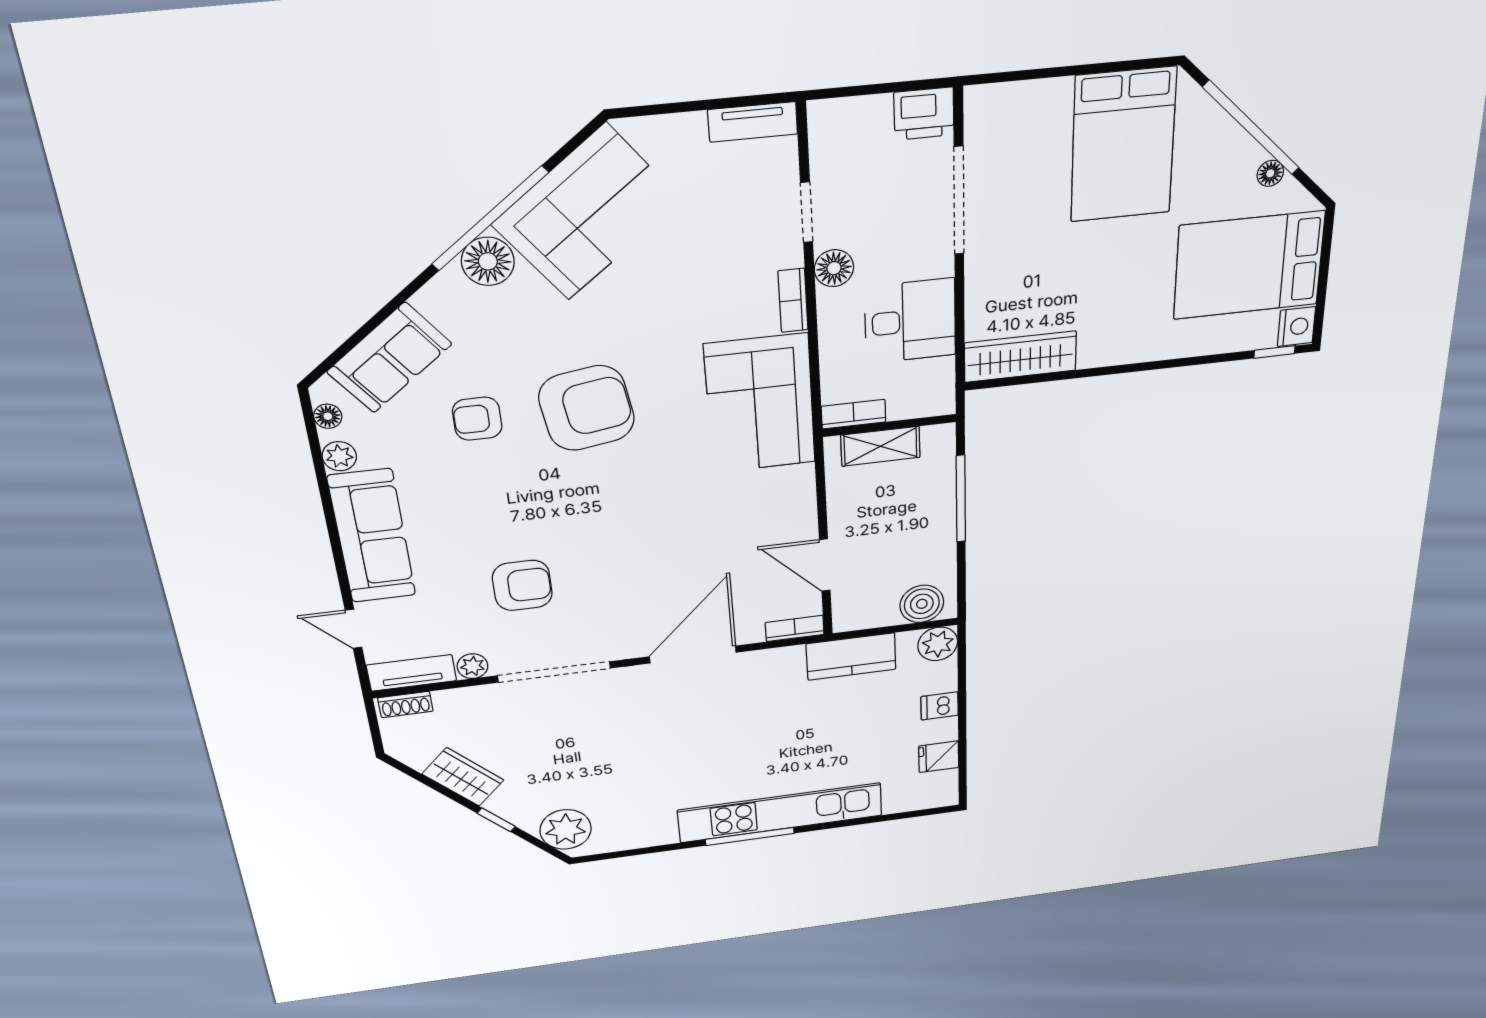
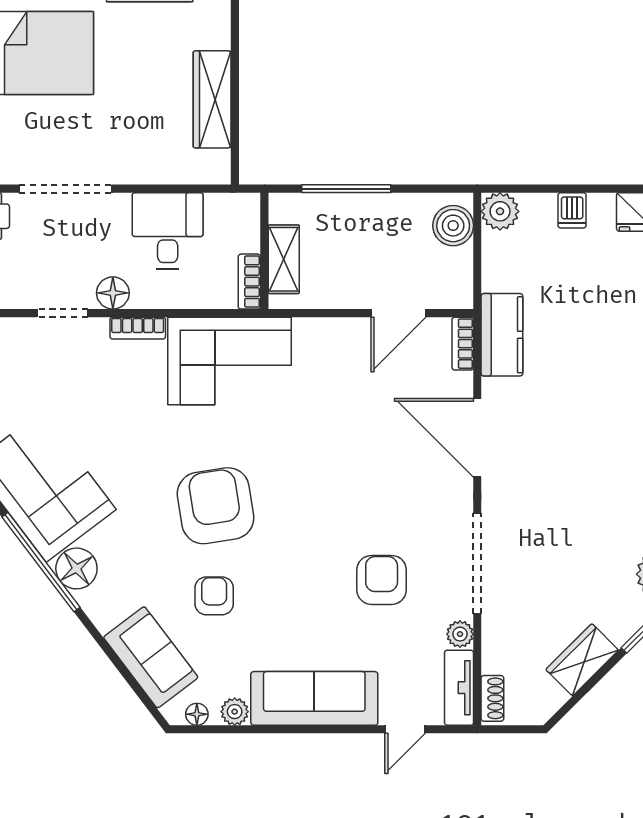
wardrobe: (1020, 357) -> (212, 99), moved
armchair: (477, 419) -> (214, 596), turned 180
kitchen counter: (851, 657) -> (502, 335), moved

